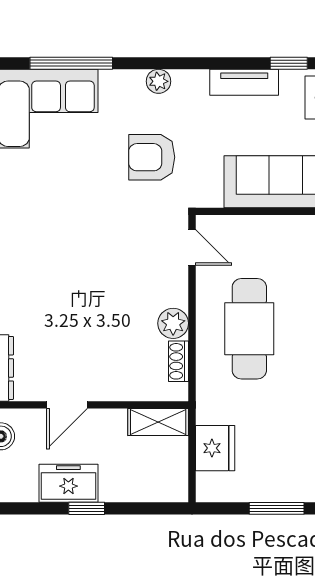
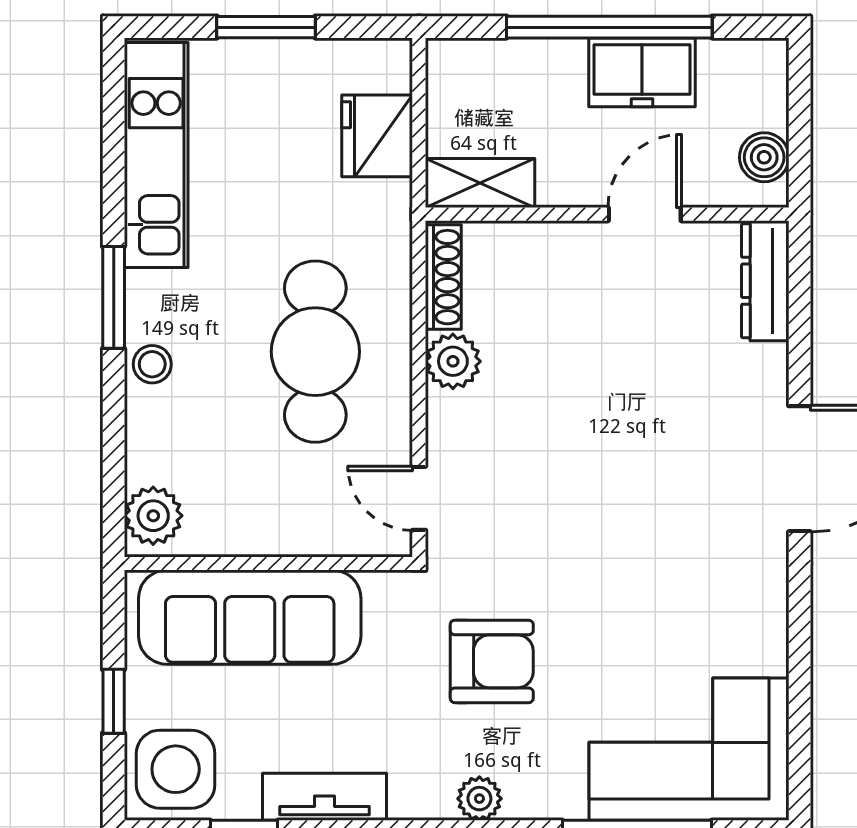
shoe rack: (179, 361) -> (443, 277), width x1.43
window: (87, 508) -> (609, 27), width x3.17

